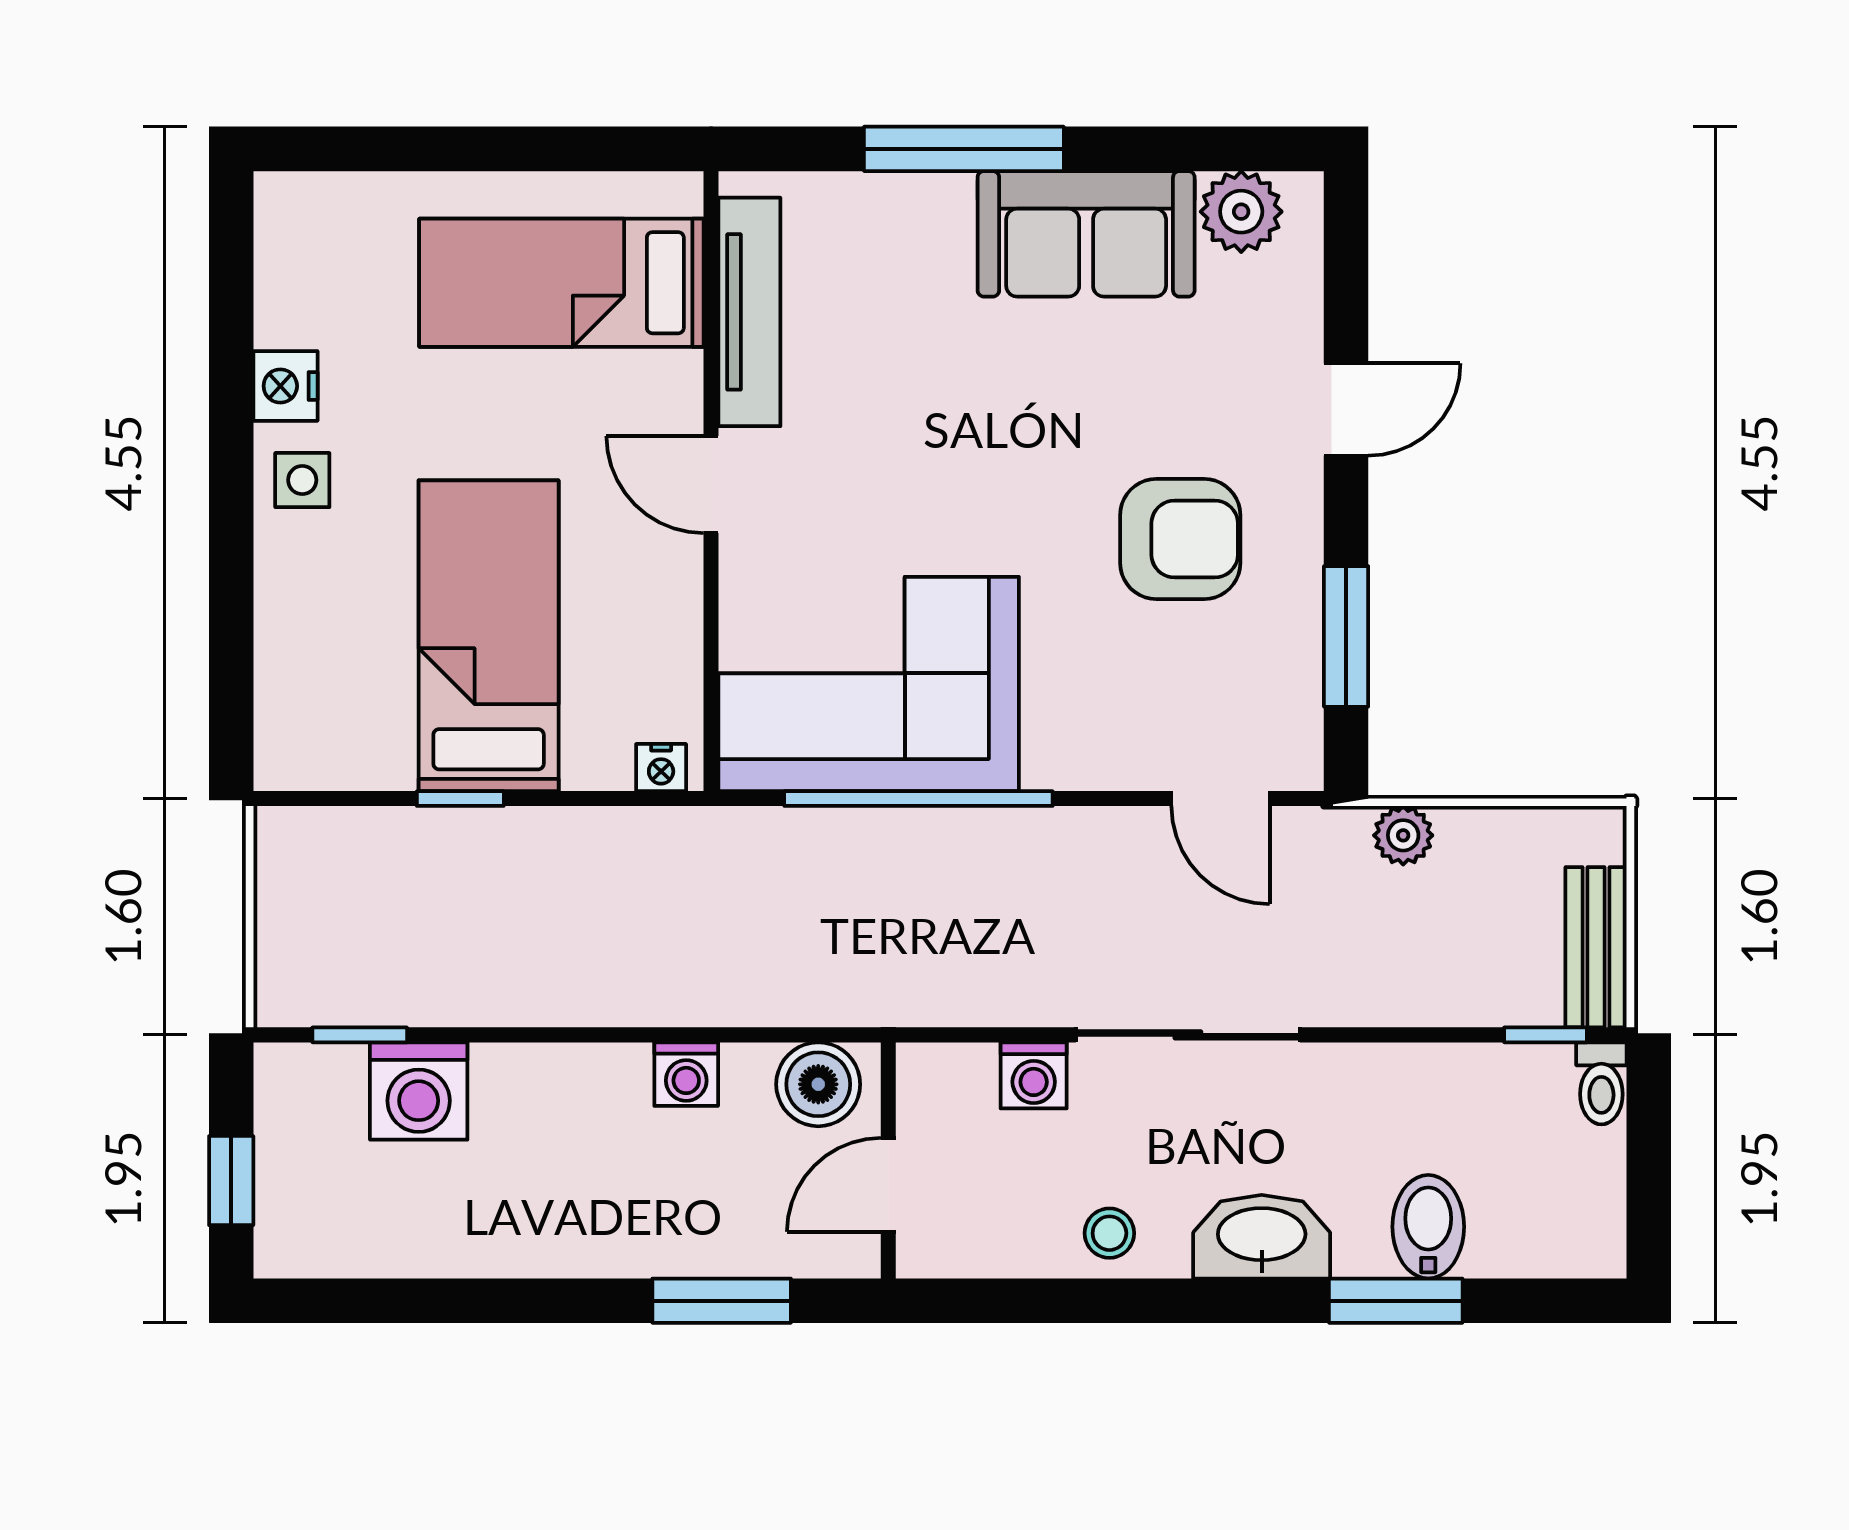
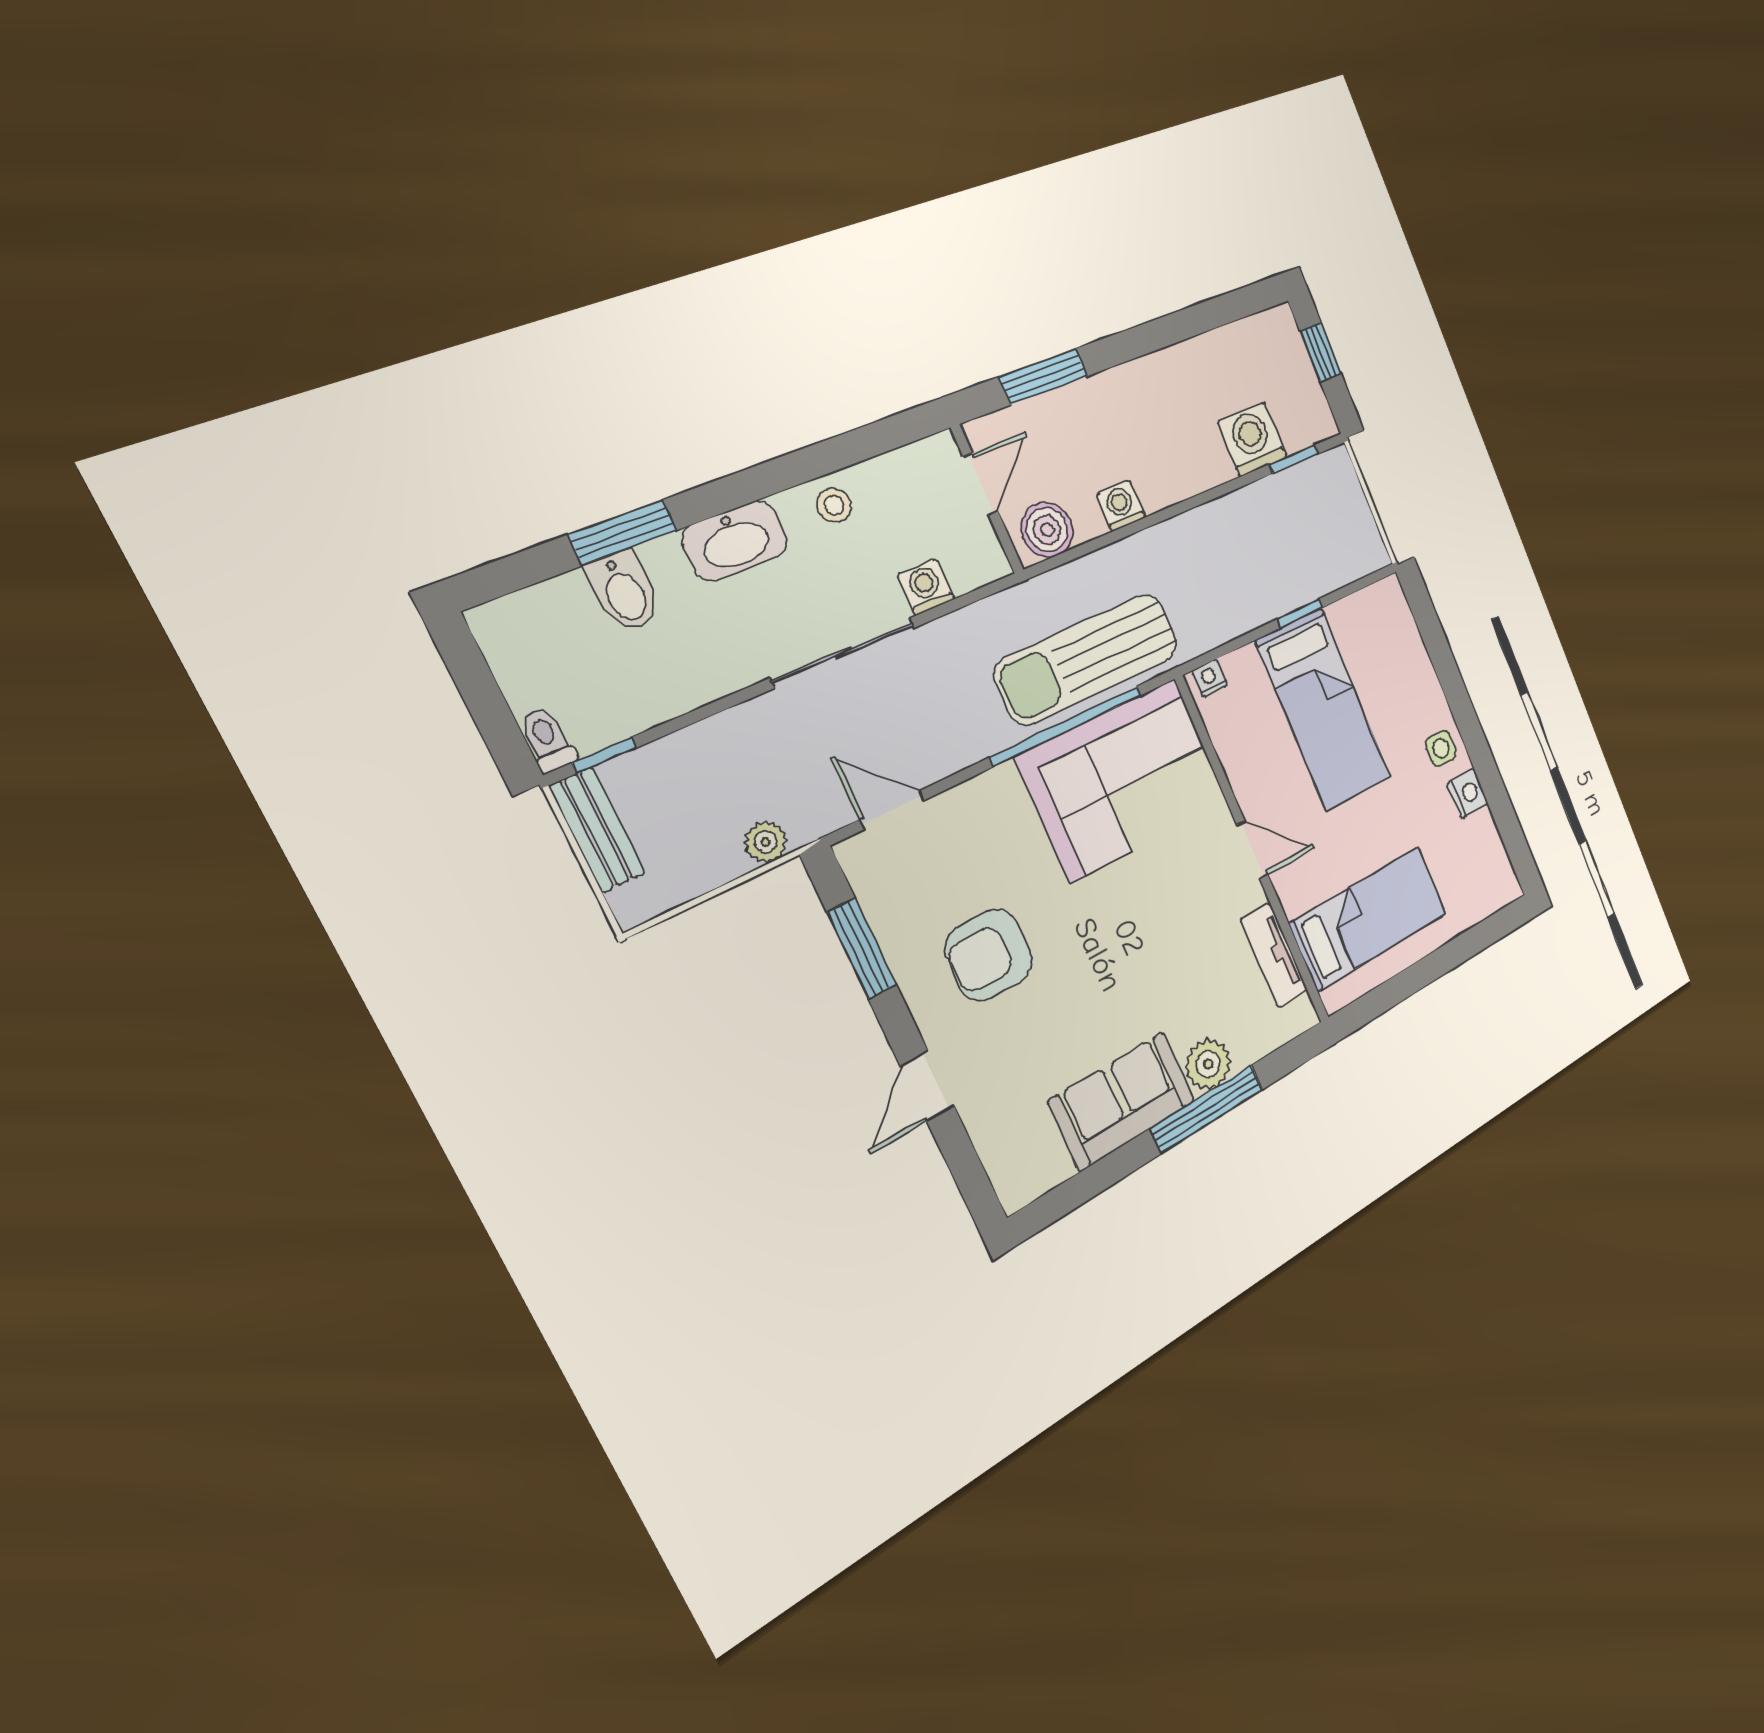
plant: (1241, 212) -> (1208, 1064), moved
tv unit: (749, 312) -> (1274, 955), width x0.71
sun lounger: (843, 878) -> (1087, 659), added

